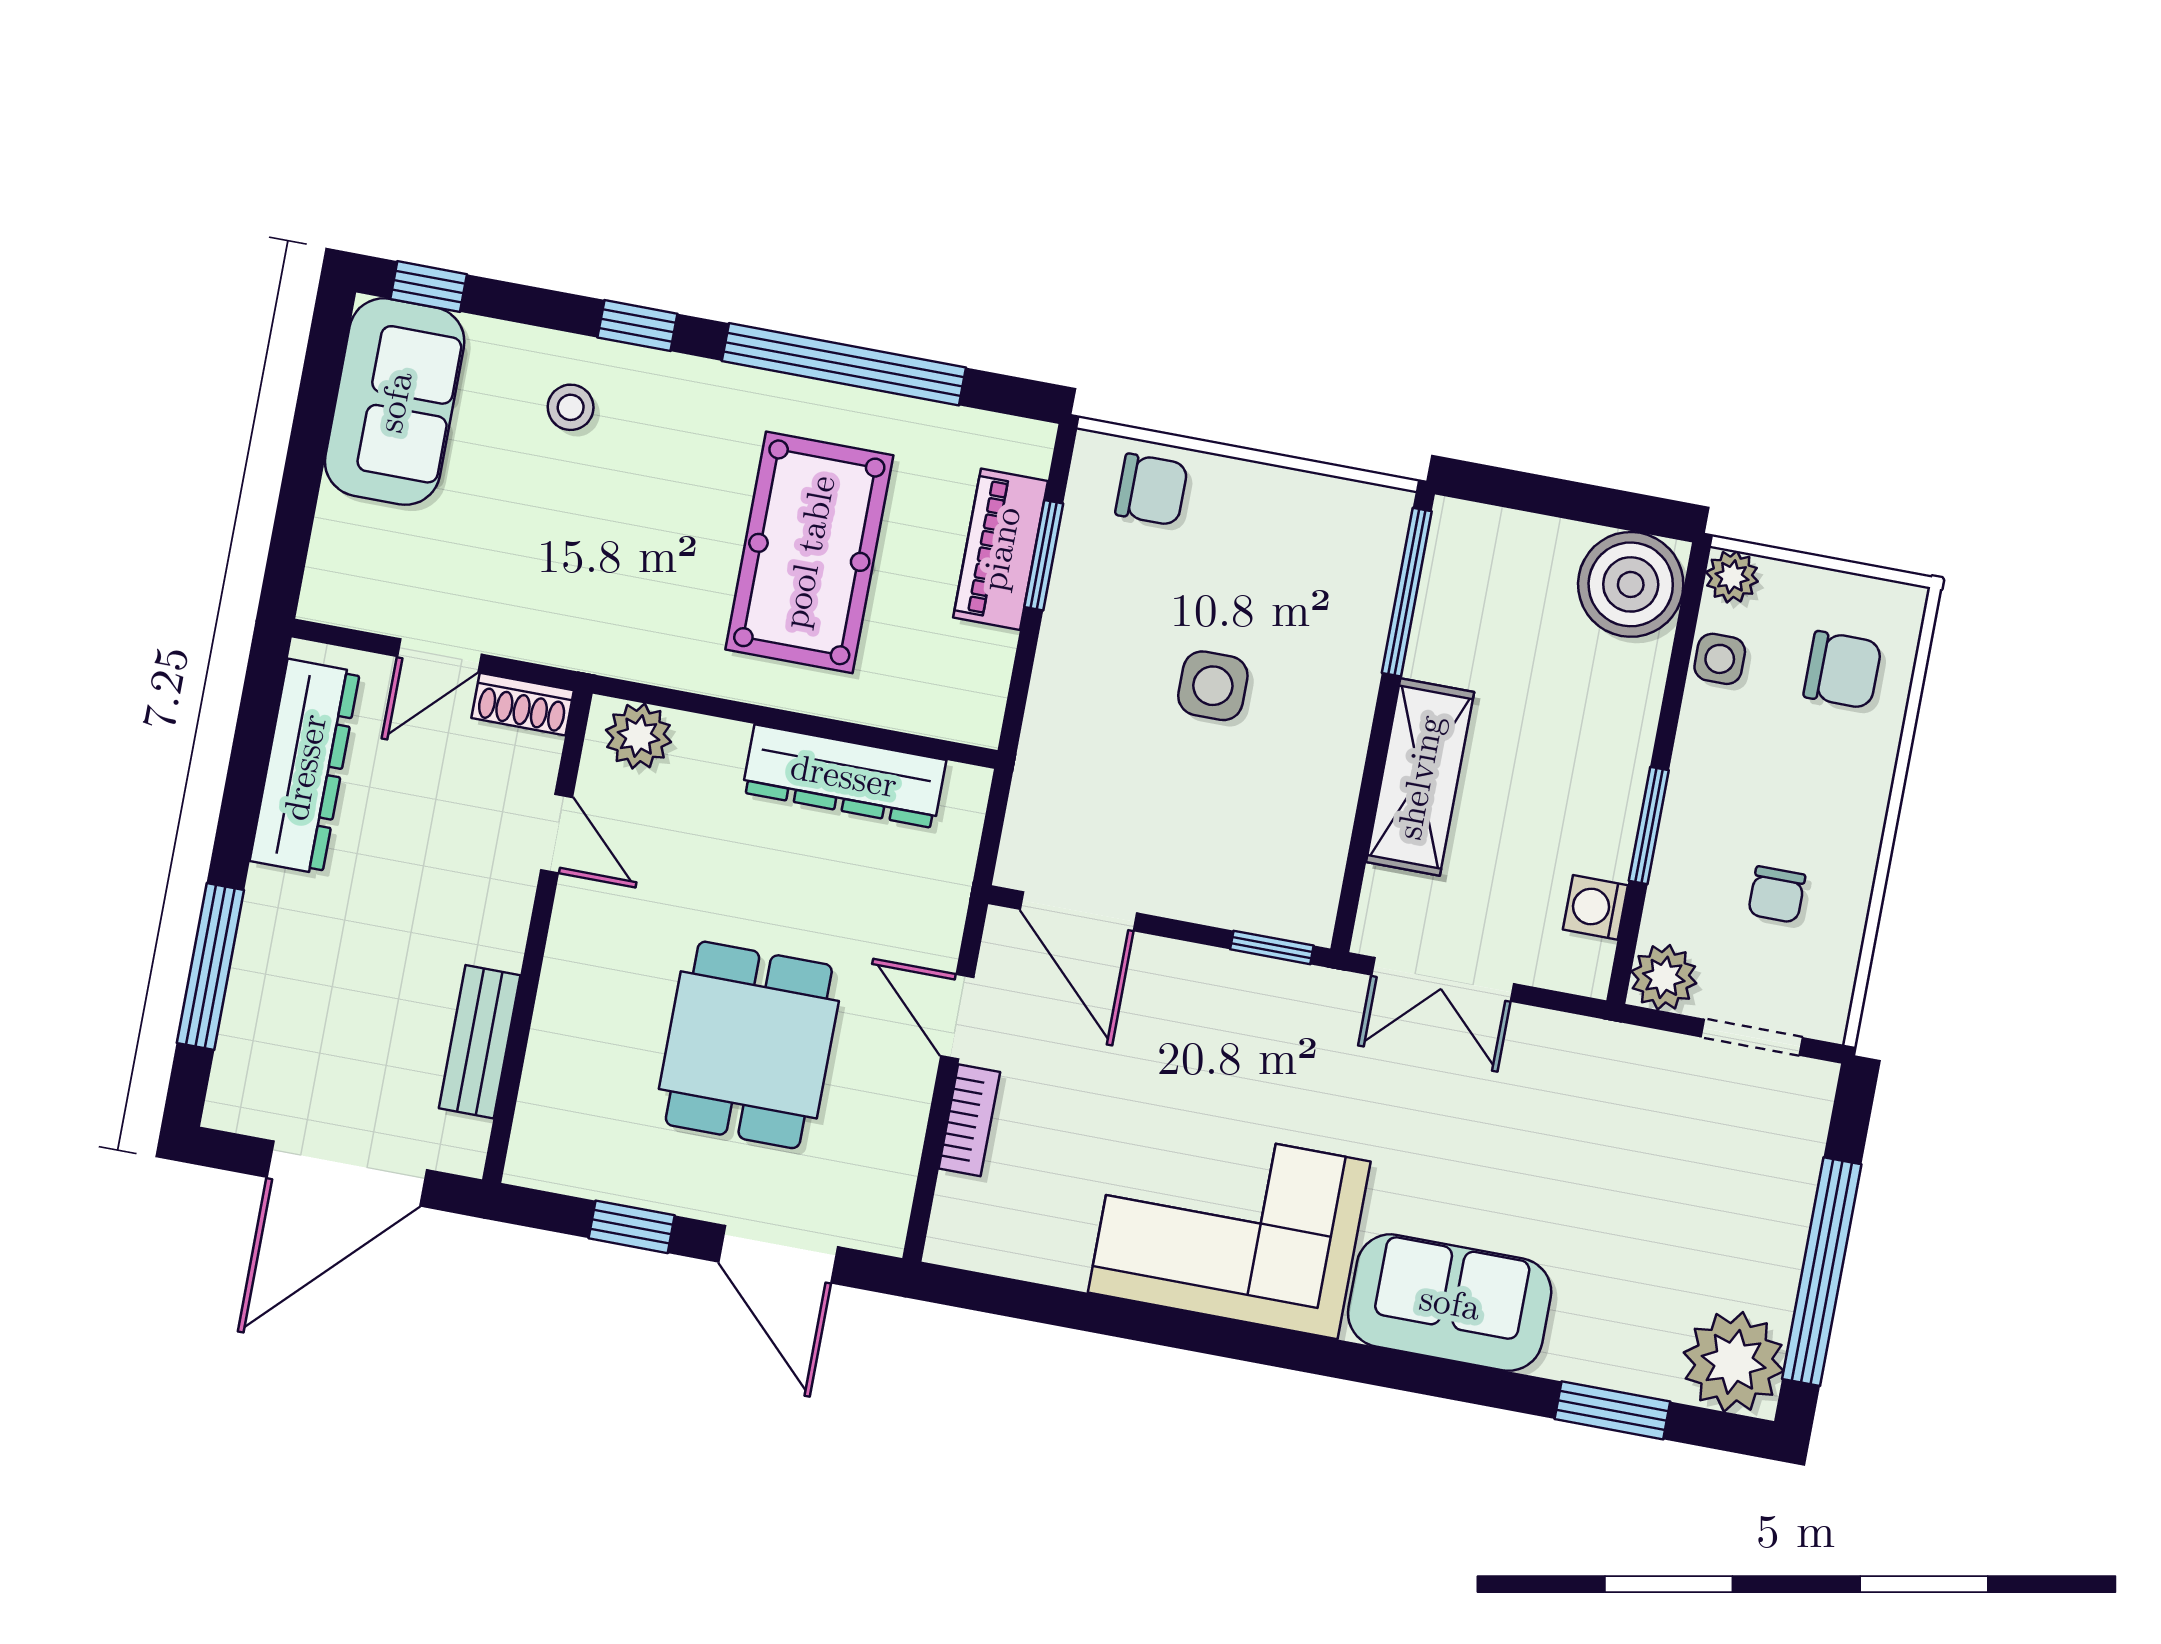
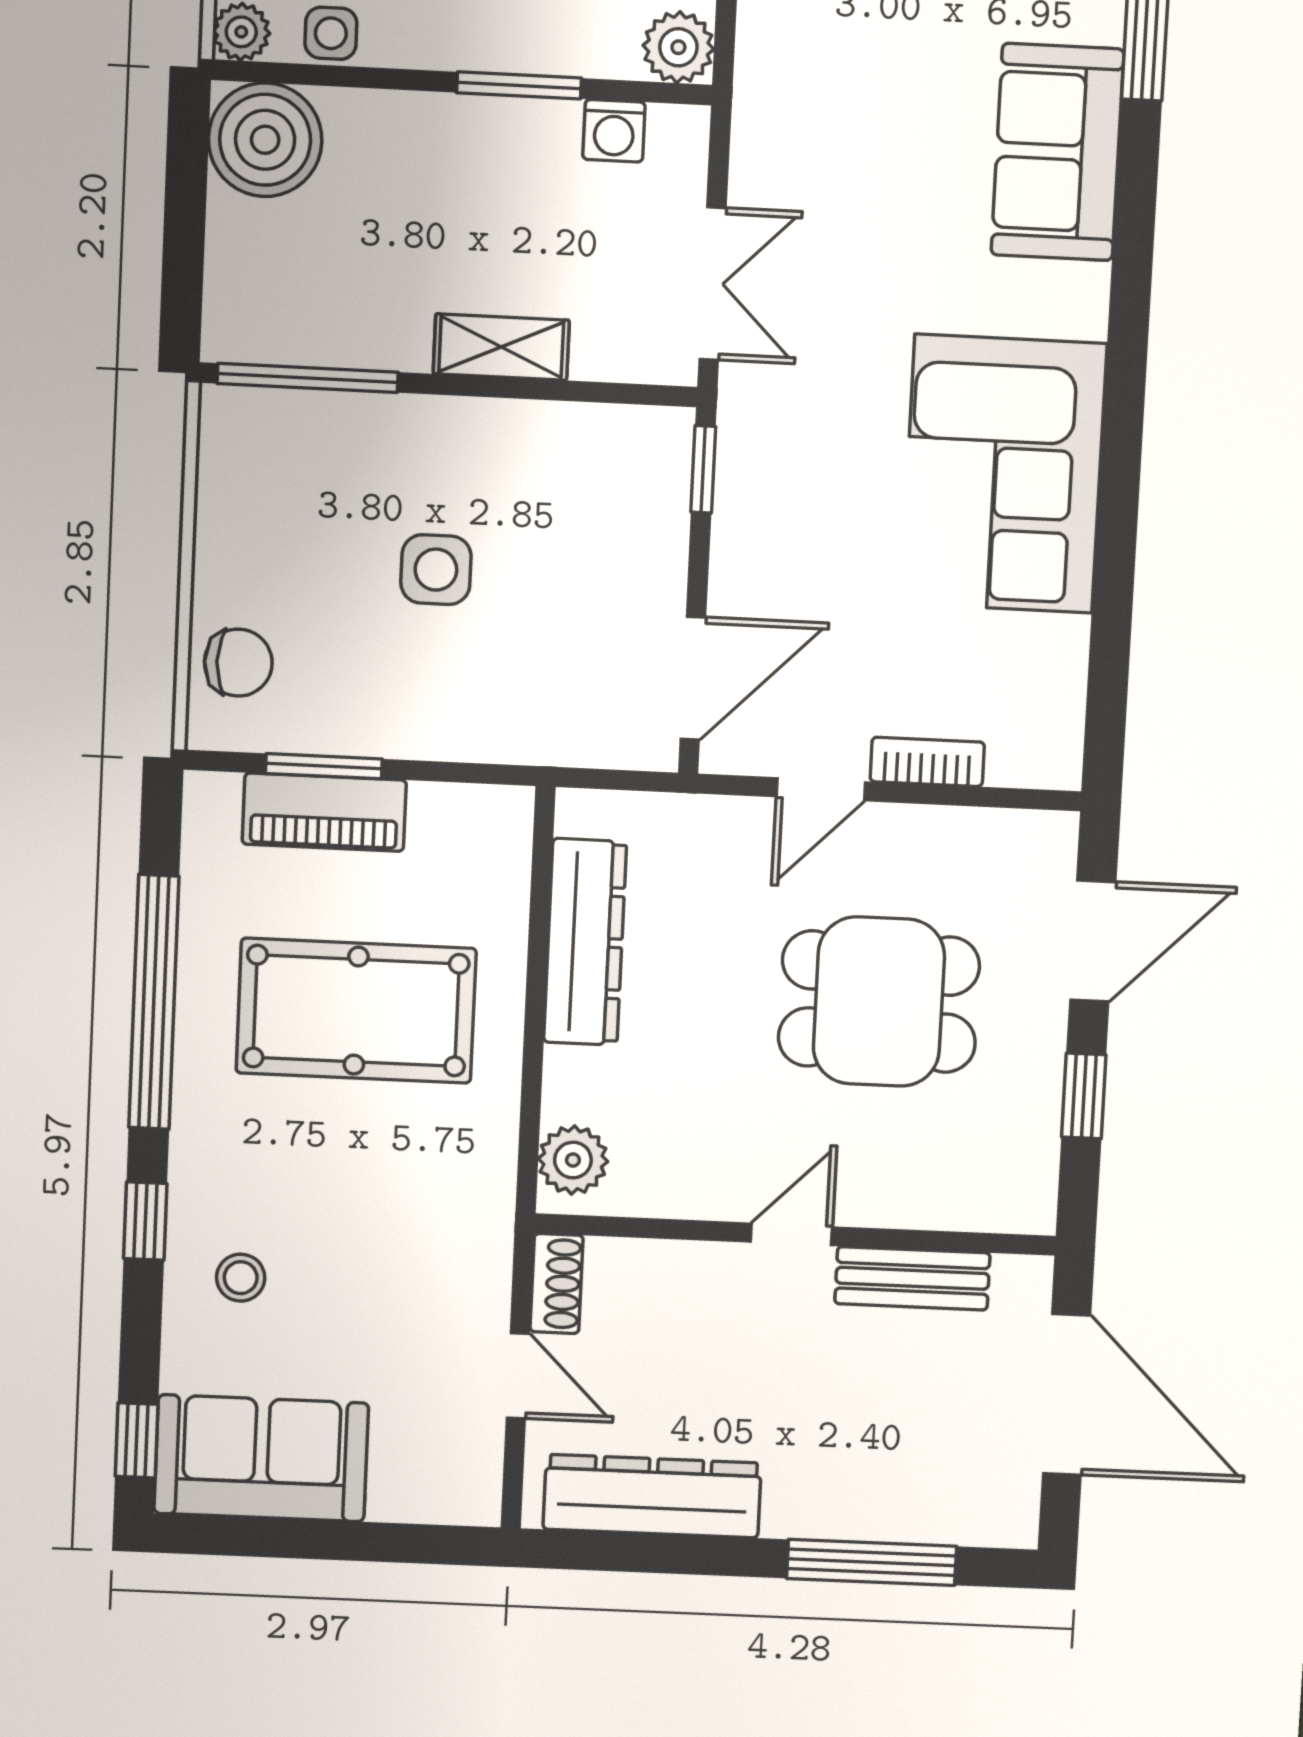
chair: (1152, 490) -> (238, 663), turned 90
shelving: (1420, 777) -> (501, 347), width x0.67, depth x0.75
door: (557, 833) -> (791, 1234), moved
sofa: (1450, 1303) -> (1057, 152), moved

